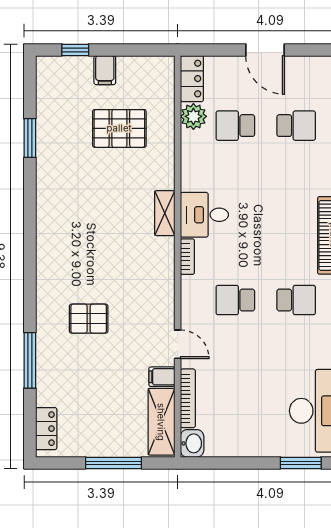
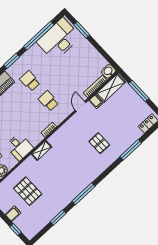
desk: (204, 215) -> (19, 147), moved
window: (30, 216) -> (84, 194), added
school desk: (235, 300) -> (48, 101), turned 180

